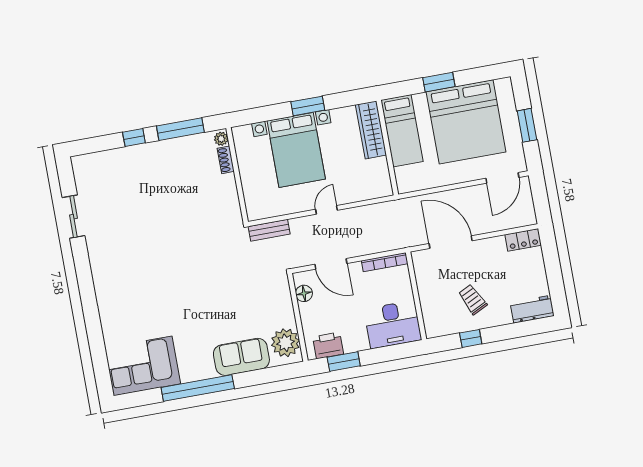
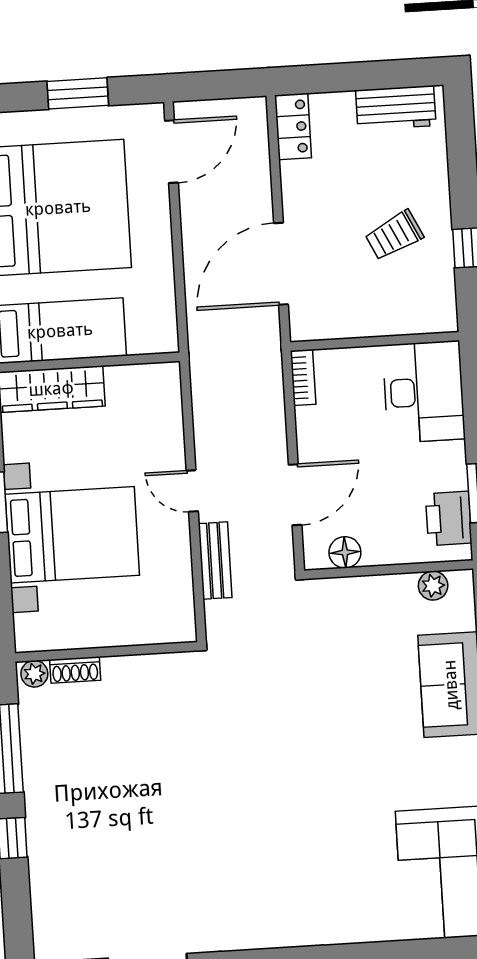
door: (502, 178) -> (172, 152), hinge flipped
bench: (269, 230) -> (215, 561), moved
bookcase: (385, 262) -> (303, 377), width x0.64
workbench: (532, 309) -> (396, 108), moved, turned -90
plant: (285, 343) -> (433, 586), width x0.53, depth x0.53

